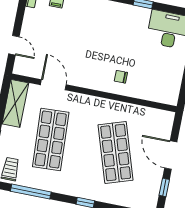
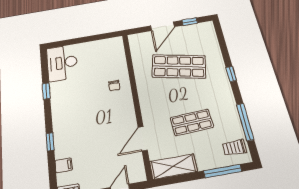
shop shelf: (51, 139) -> (192, 122), width x0.70, depth x0.74
shop shelf: (116, 152) -> (179, 66), turned 30

